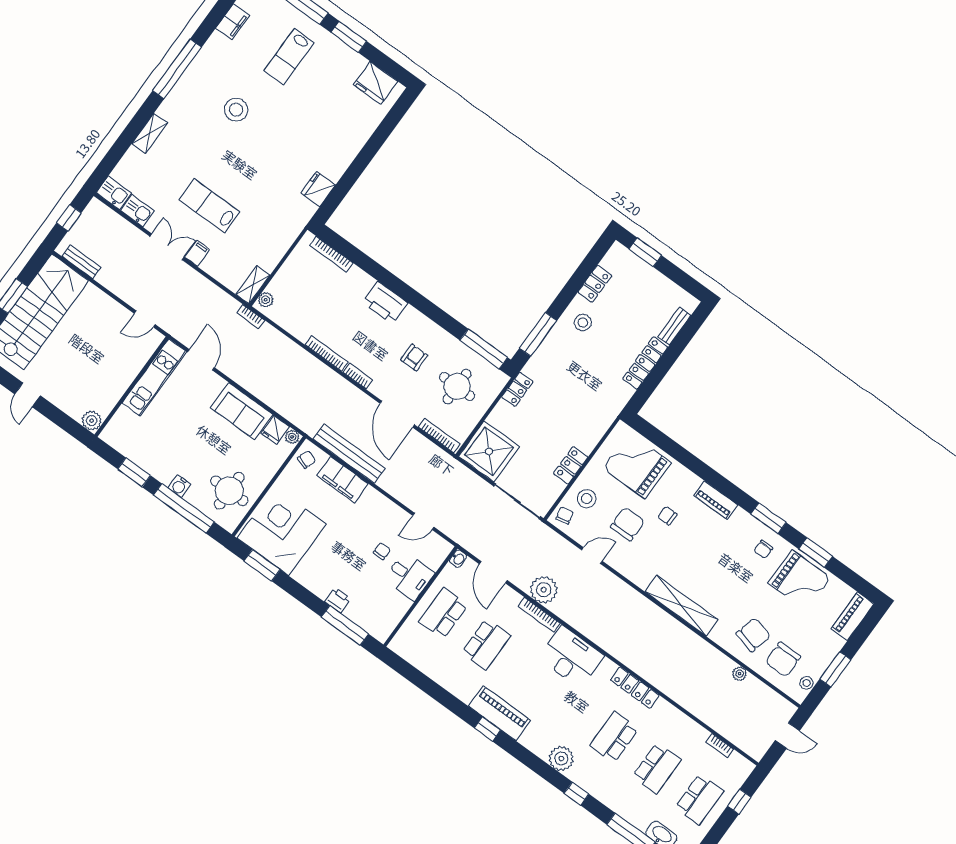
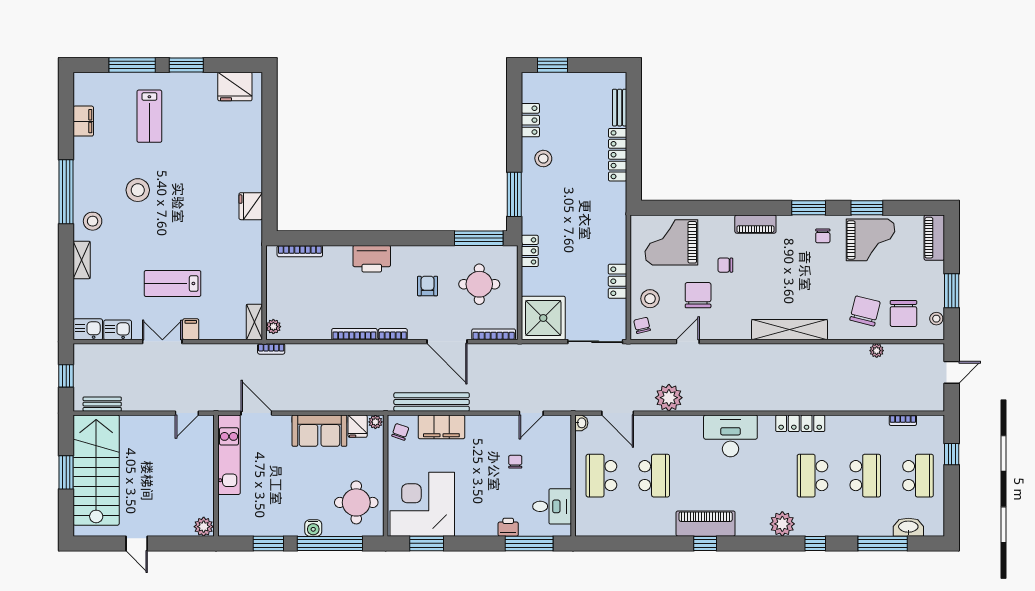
stool: (181, 108) -> (93, 221), added
desk: (409, 576) -> (552, 506), moved
bookcase: (539, 615) -> (680, 421), removed

